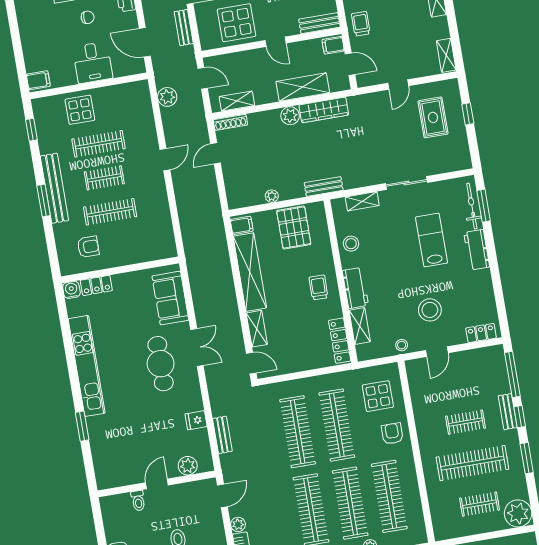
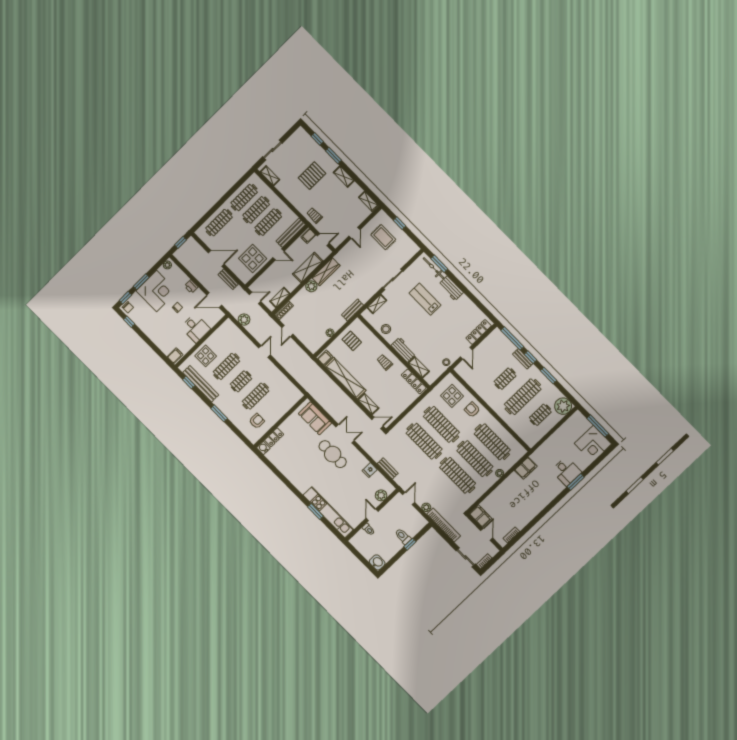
bench: (319, 23) -> (291, 233), width x1.36
bench: (54, 188) -> (201, 384), moved
pallet: (294, 228) -> (352, 341), width x0.67, depth x0.71
stool: (430, 310) -> (448, 335), removed
locker: (481, 333) -> (479, 332), width x1.53
kitchen unit: (87, 366) -> (328, 512), moved

